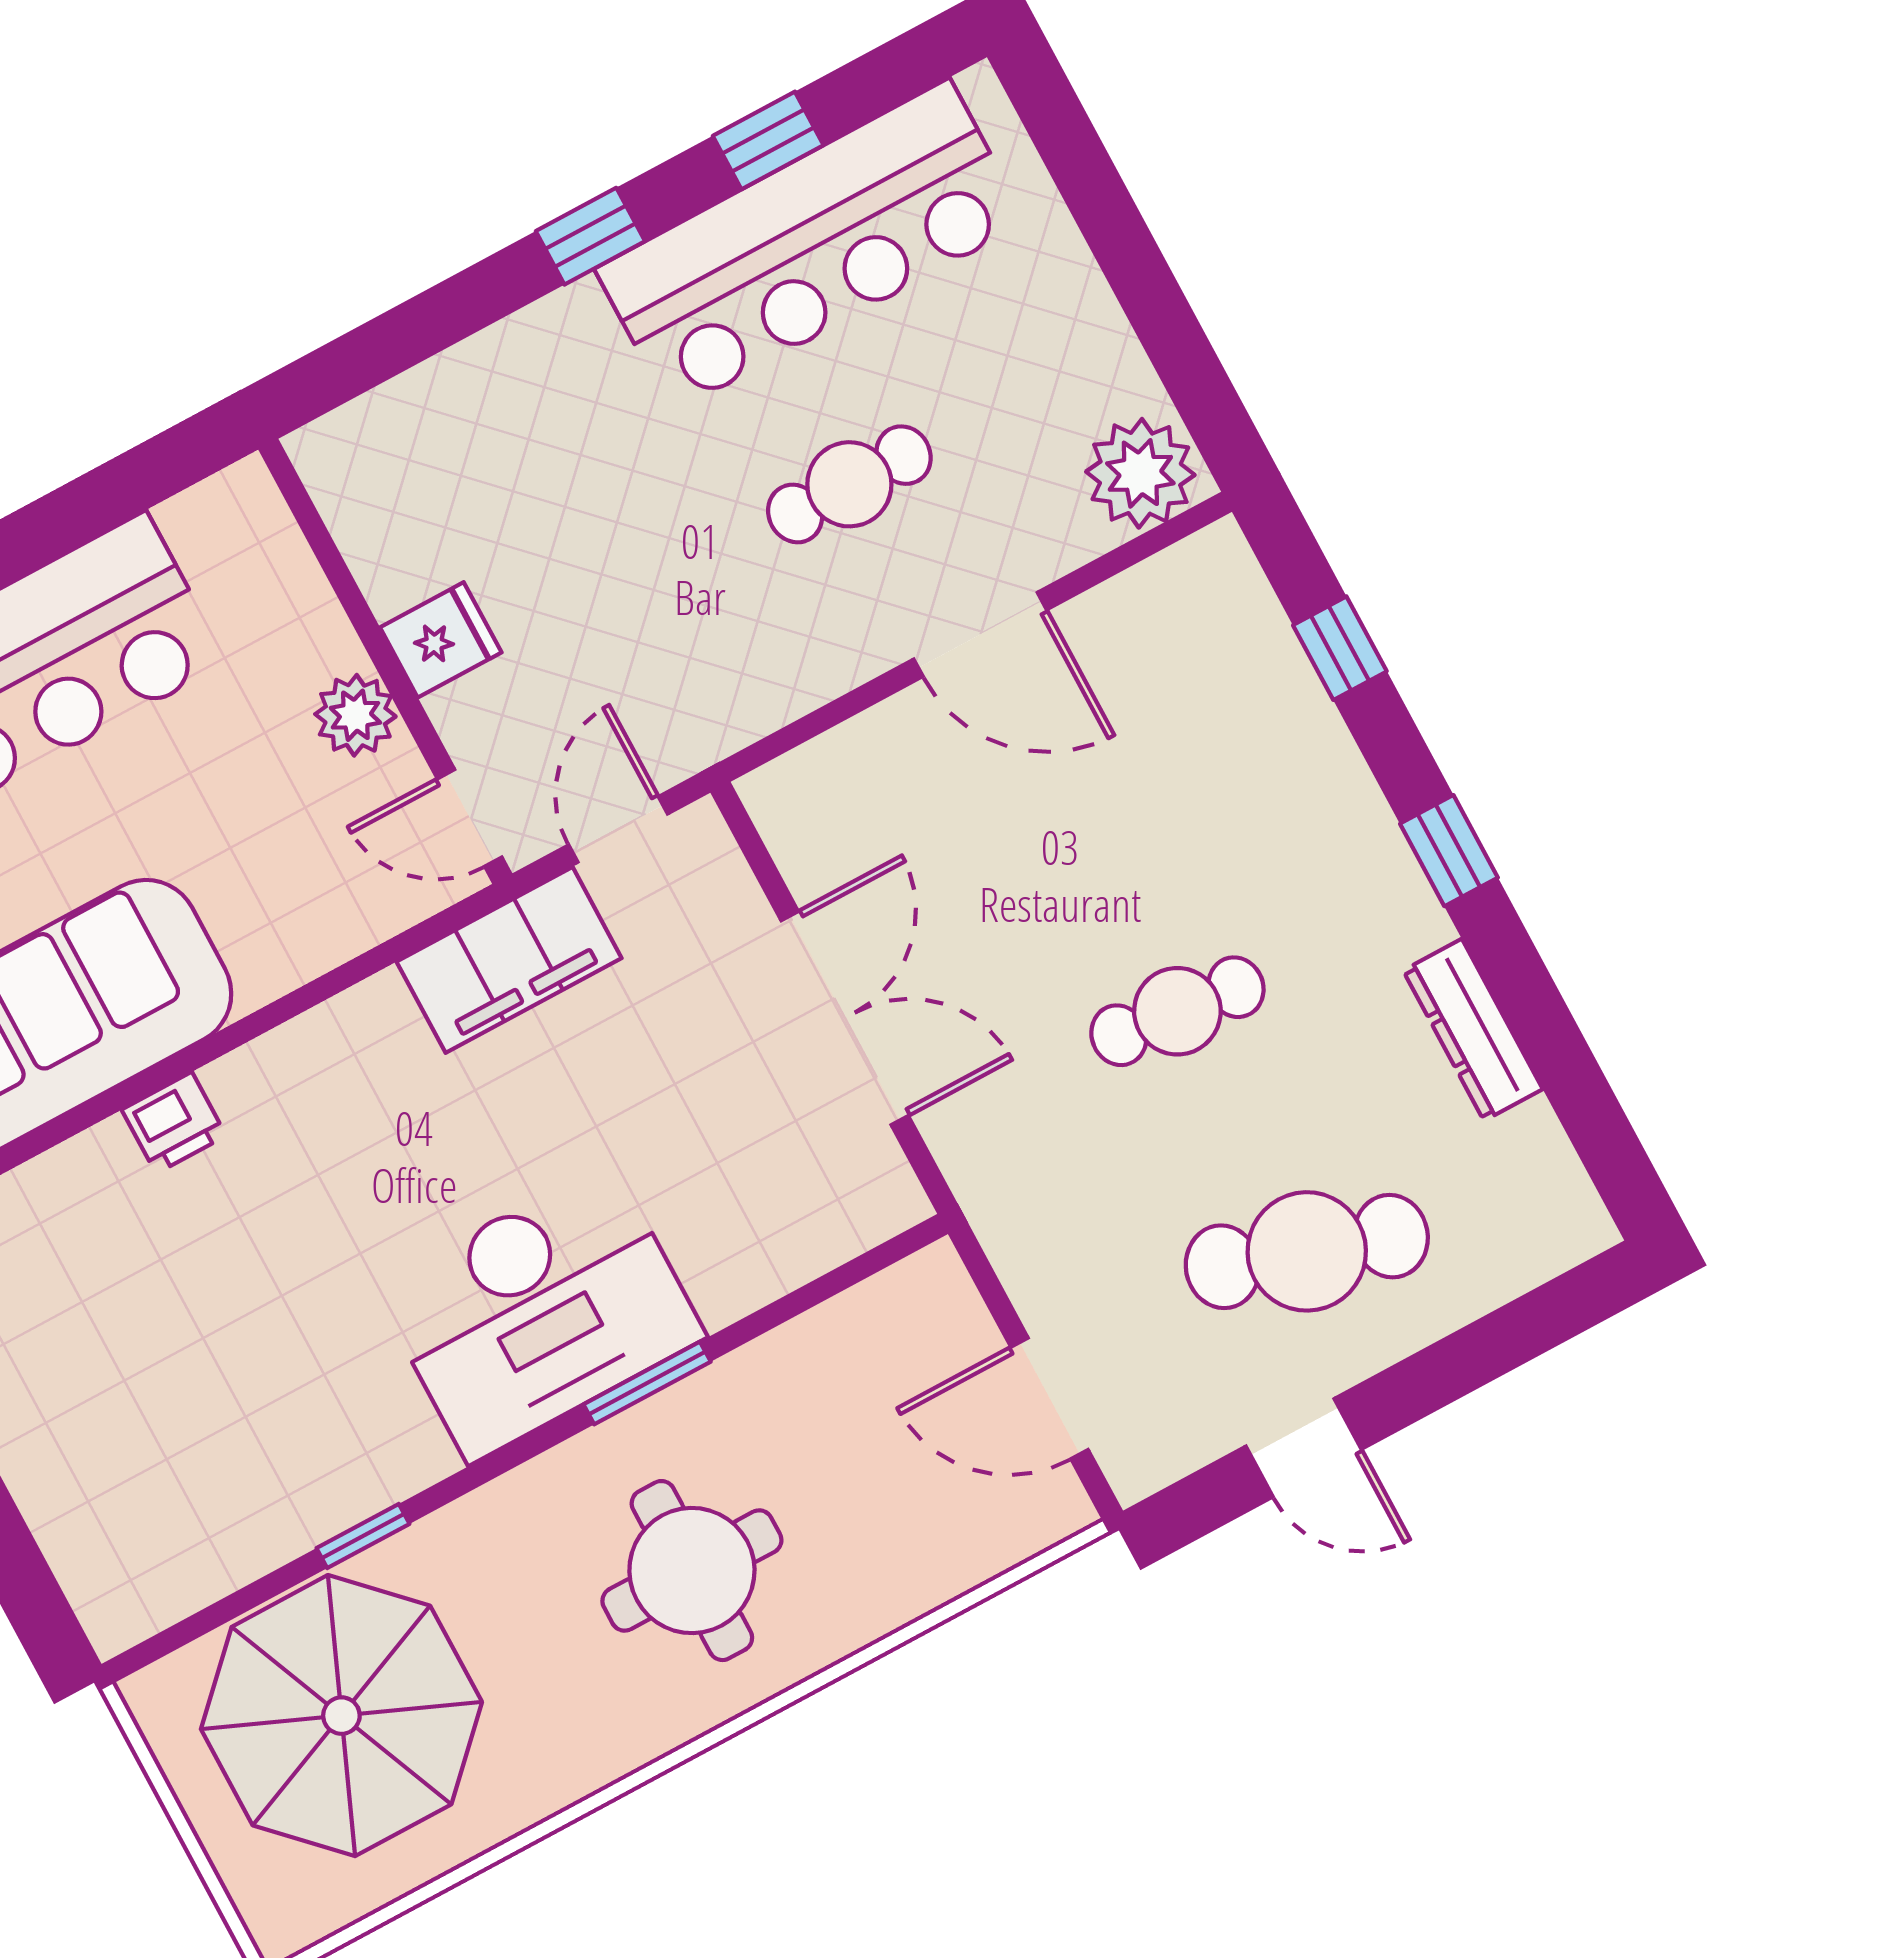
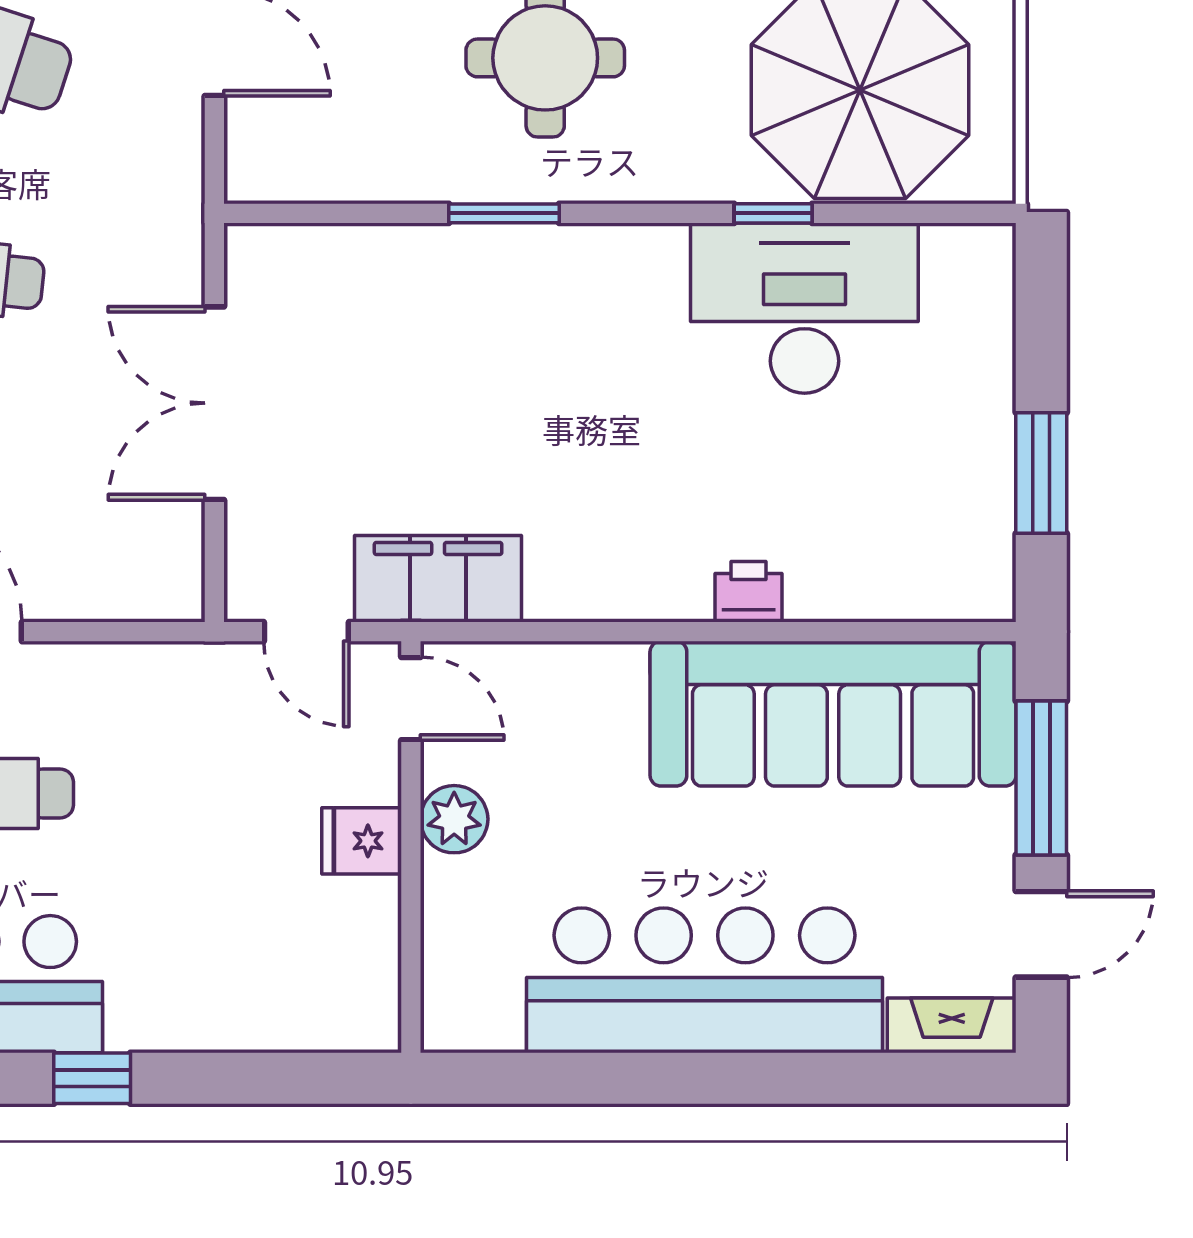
door: (618, 829) -> (306, 632), hinge flipped
desk: (540, 1312) -> (804, 308), moved

